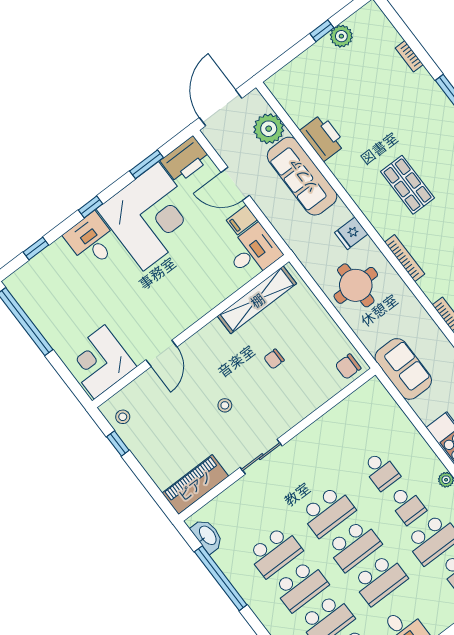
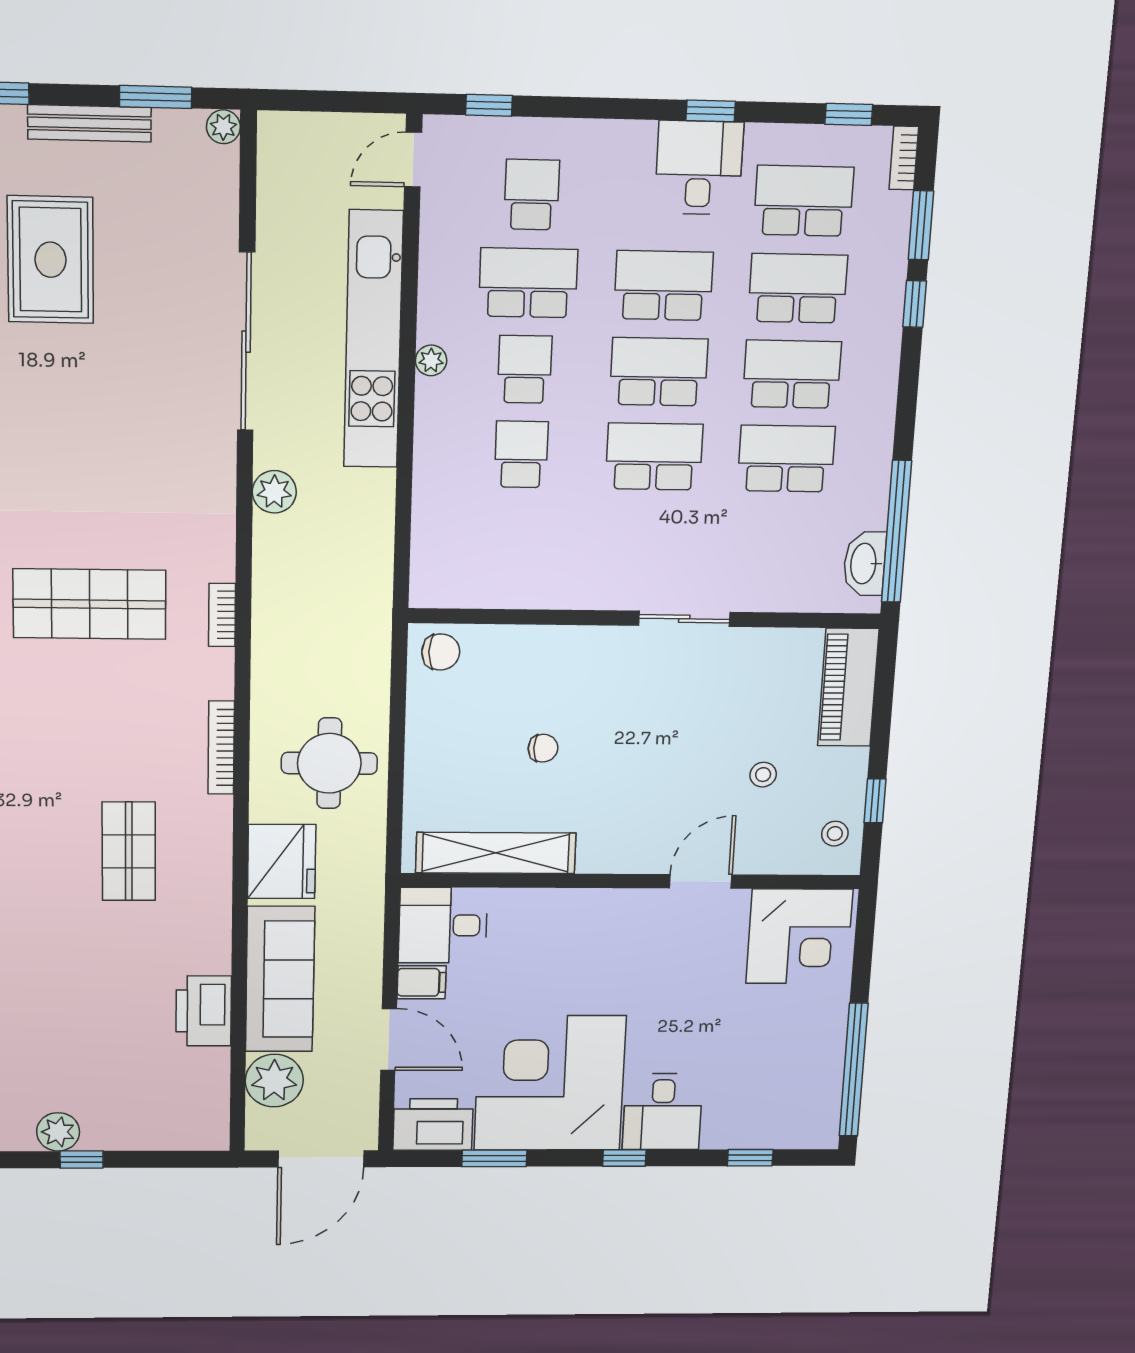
fridge: (351, 233) -> (282, 862), width x1.88, depth x1.34
sofa: (403, 369) -> (359, 584), removed
stool: (225, 405) -> (763, 775), moved
piano: (195, 485) -> (848, 687), moved, turned 90
window: (221, 578) -> (896, 532), moved

